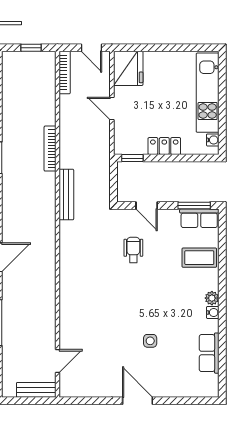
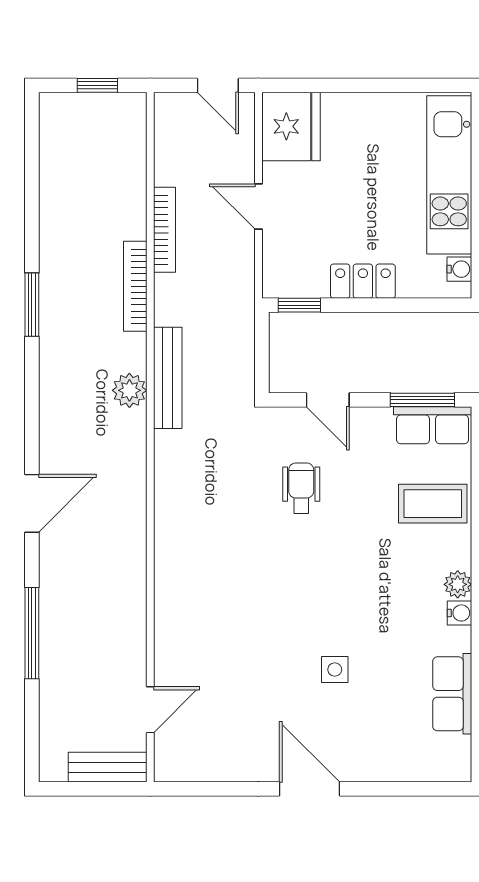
bookcase: (65, 72) -> (164, 230), moved
plant: (47, 201) -> (129, 390), added

